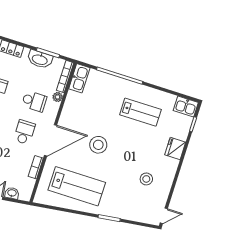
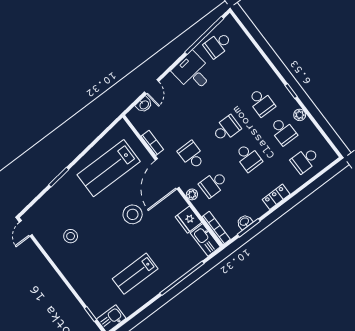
washbasin: (40, 59) -> (244, 222), width x0.52, depth x0.69
plant: (58, 97) -> (192, 194), moved
school desk: (24, 132) -> (192, 155), turned 180
fridge: (175, 149) -> (189, 220), moved, turned 180

